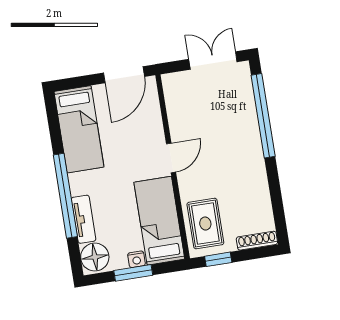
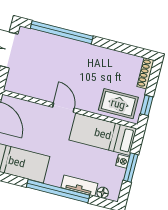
floor lamp: (95, 257) -> (103, 193), width x0.53, depth x0.53

